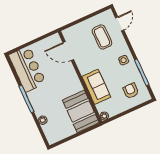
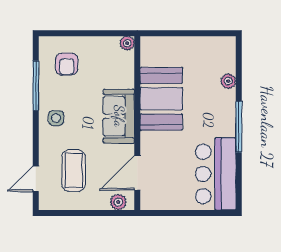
plant: (71, 31) -> (118, 202), added
door: (68, 51) -> (137, 173), swing flipped
sofa: (96, 87) -> (119, 116), moved
booth: (81, 111) -> (161, 99), moved

